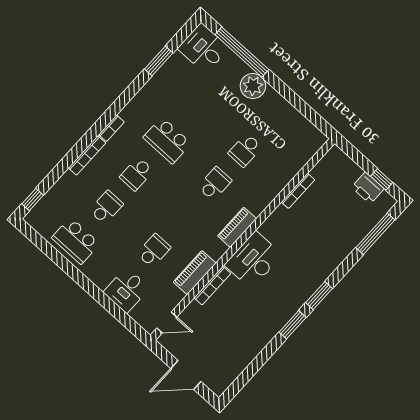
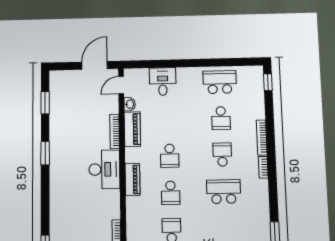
school desk: (154, 251) -> (170, 156), moved
window: (319, 296) -> (45, 103), moved
washbasin: (176, 298) -> (130, 104), added
door: (186, 375) -> (95, 65), moved

